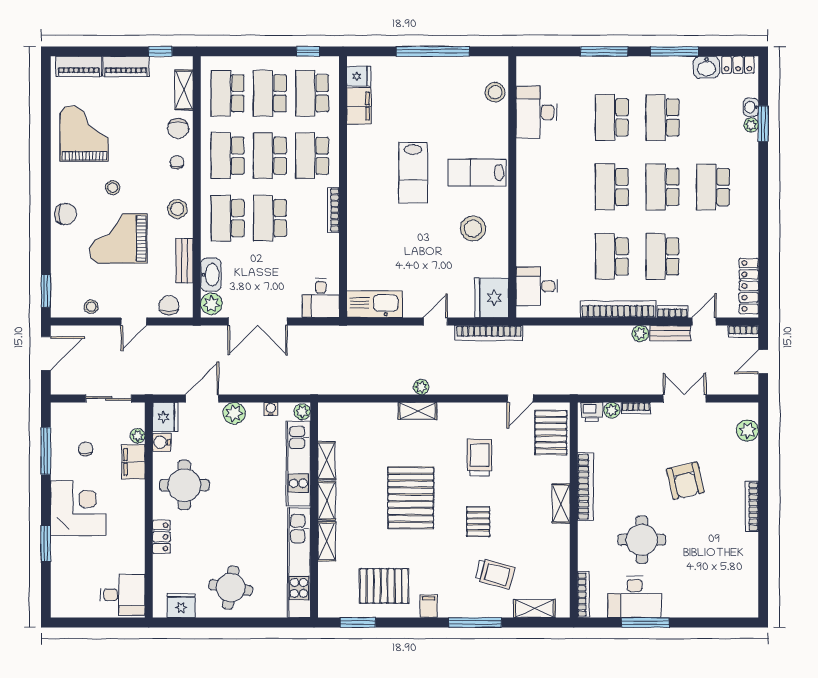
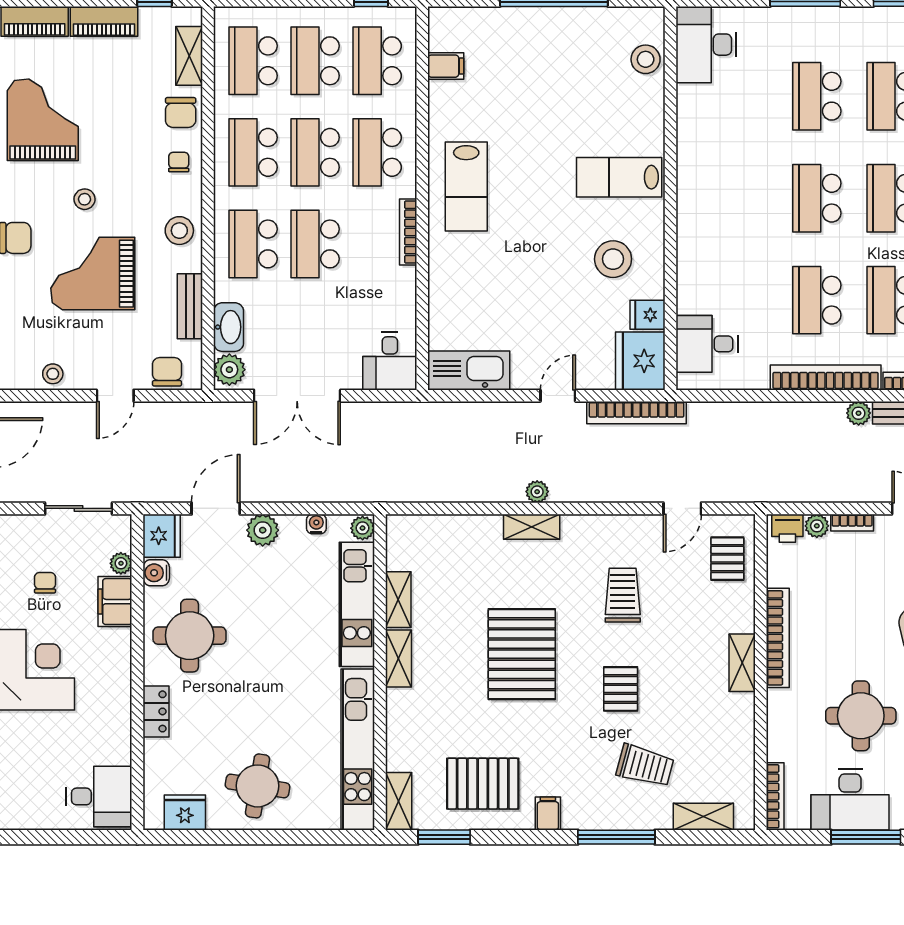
fridge: (359, 76) -> (647, 315), moved, turned 180
filing cabinet: (359, 106) -> (446, 66), width x0.50
desk: (536, 112) -> (706, 45), moved
lab bench: (413, 173) -> (466, 187), moved
pallet: (551, 433) -> (727, 559), width x0.67, depth x0.71
shelving: (327, 541) -> (399, 801), moved

